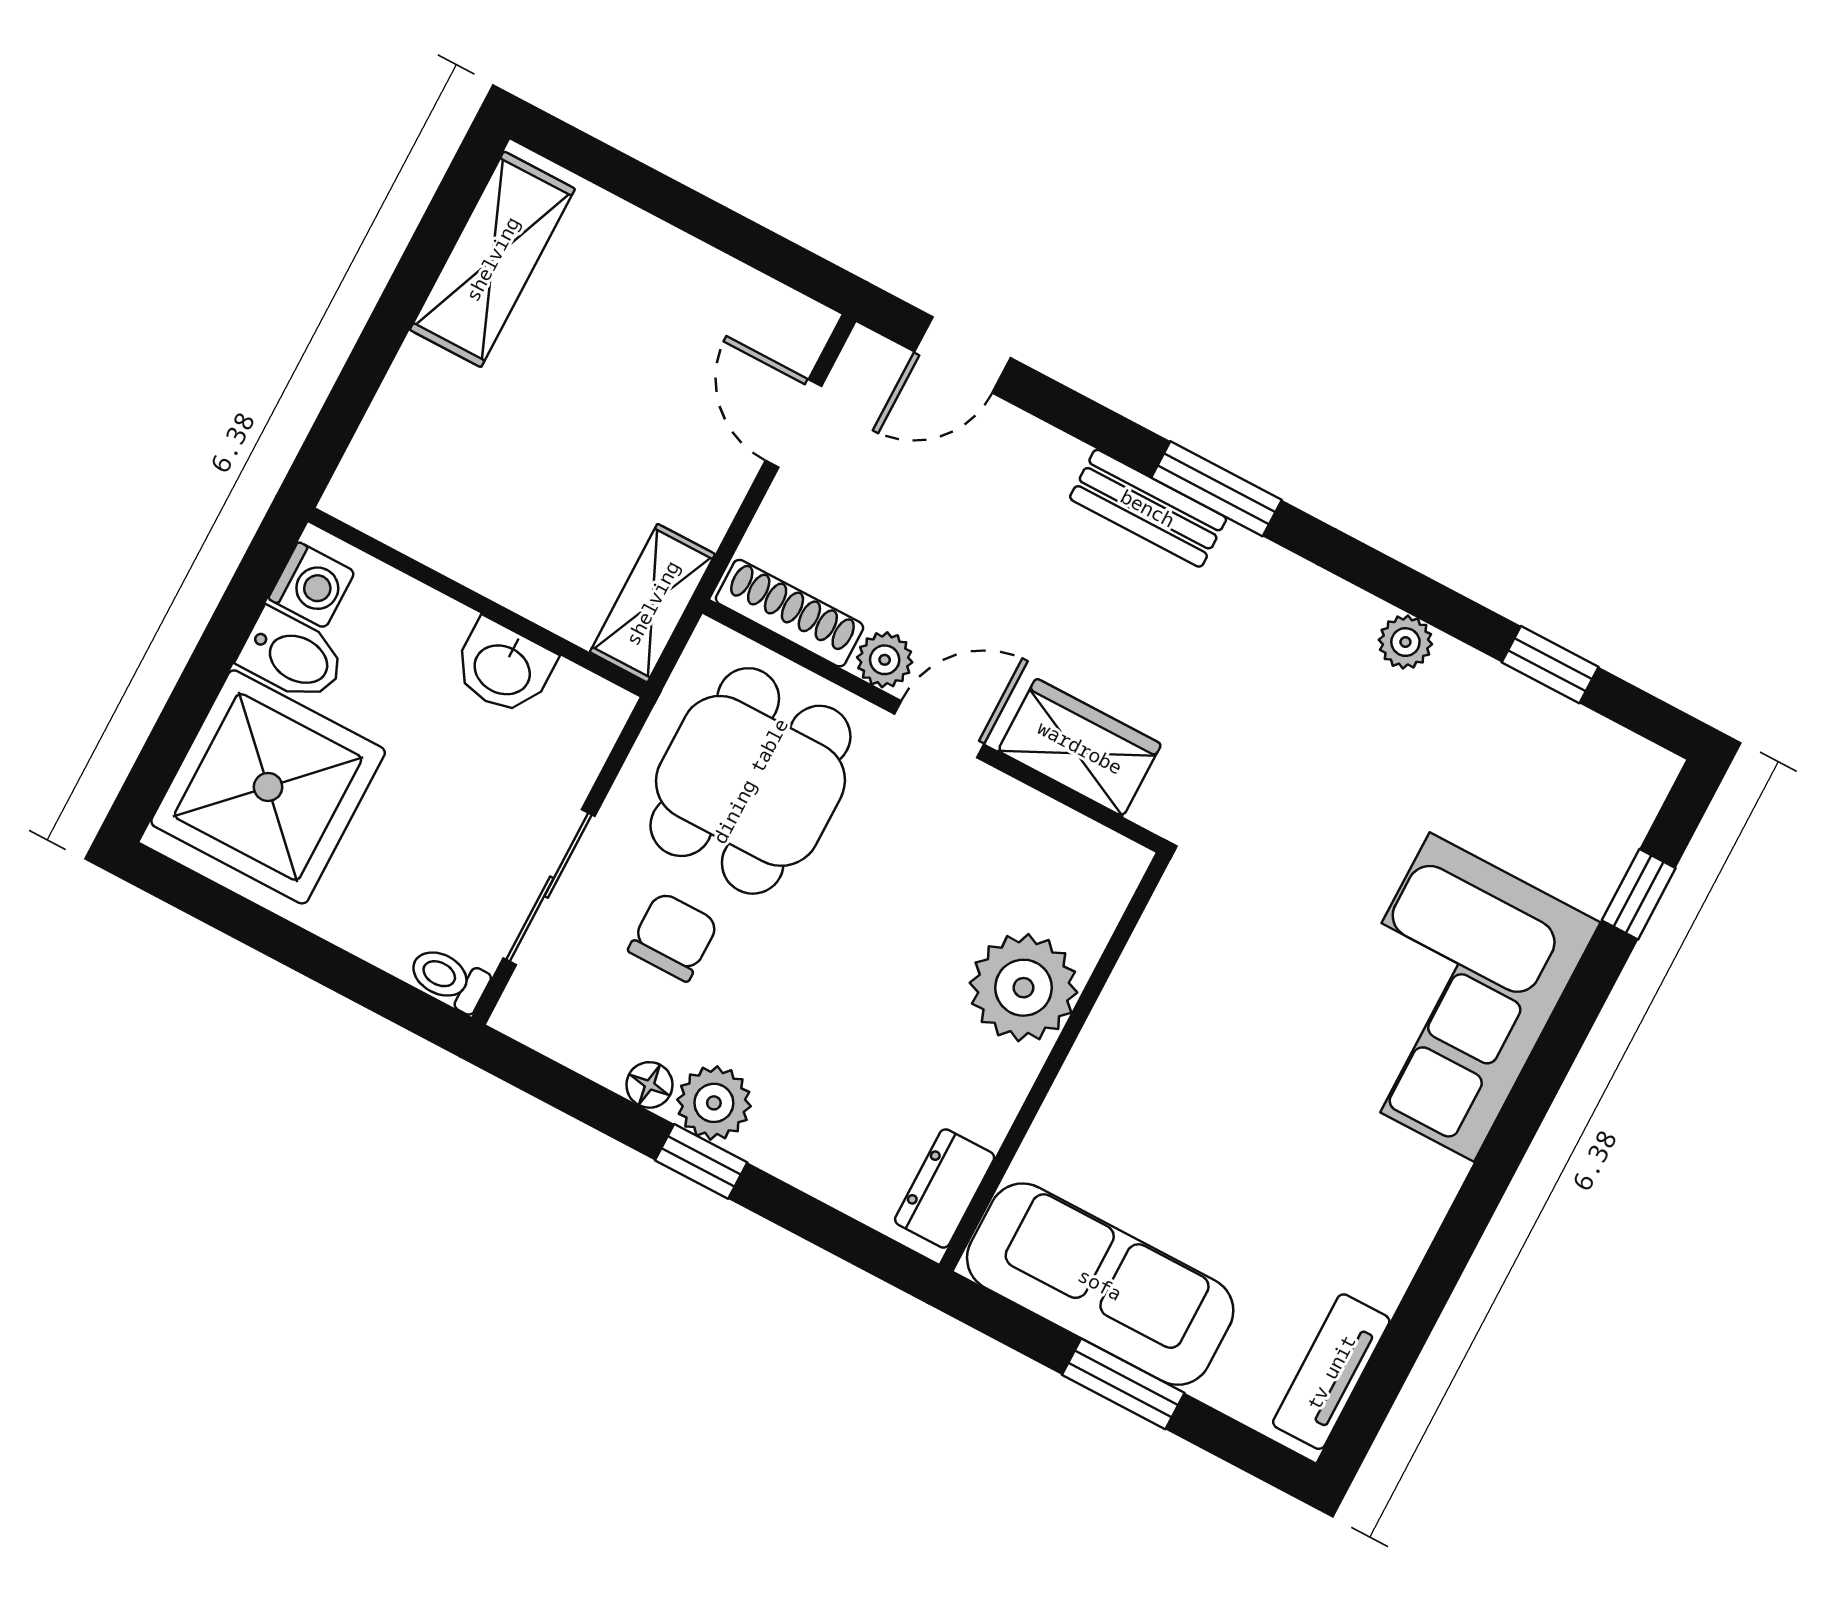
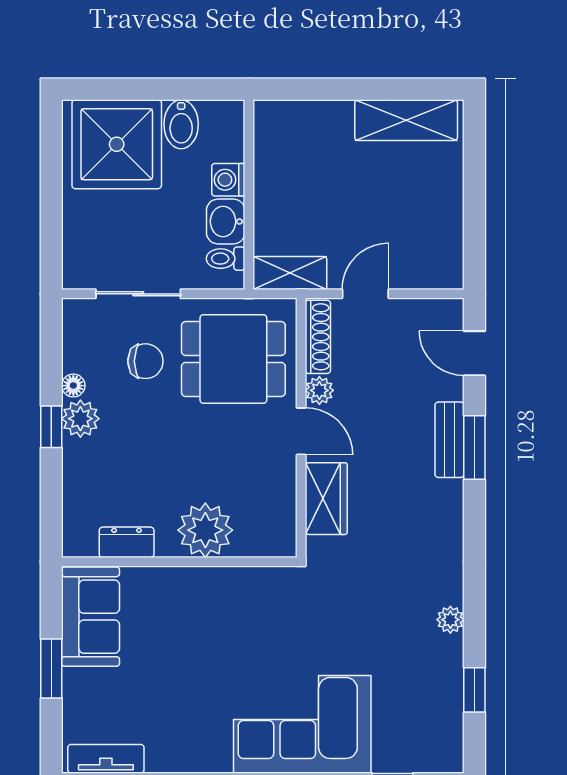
door: (794, 423) -> (365, 294), moved
window: (1217, 489) -> (474, 447), moved
bench: (1148, 508) -> (450, 440), moved
washing machine: (312, 585) -> (228, 180), moved, turned 90
toilet: (449, 979) -> (226, 259), moved, turned -90
dresser: (945, 1188) -> (127, 542), moved
sofa: (1100, 1284) -> (91, 617), width x0.73

